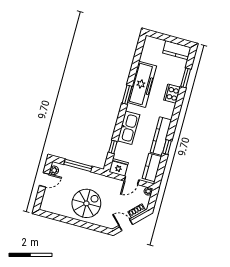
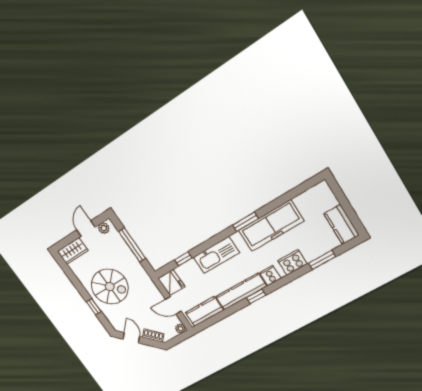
cooker: (168, 112) -> (270, 276), added
window: (167, 147) -> (256, 296), moved
door: (44, 180) -> (86, 228), swing flipped
wardrobe: (48, 201) -> (73, 251), added
window: (88, 225) -> (94, 307), added

